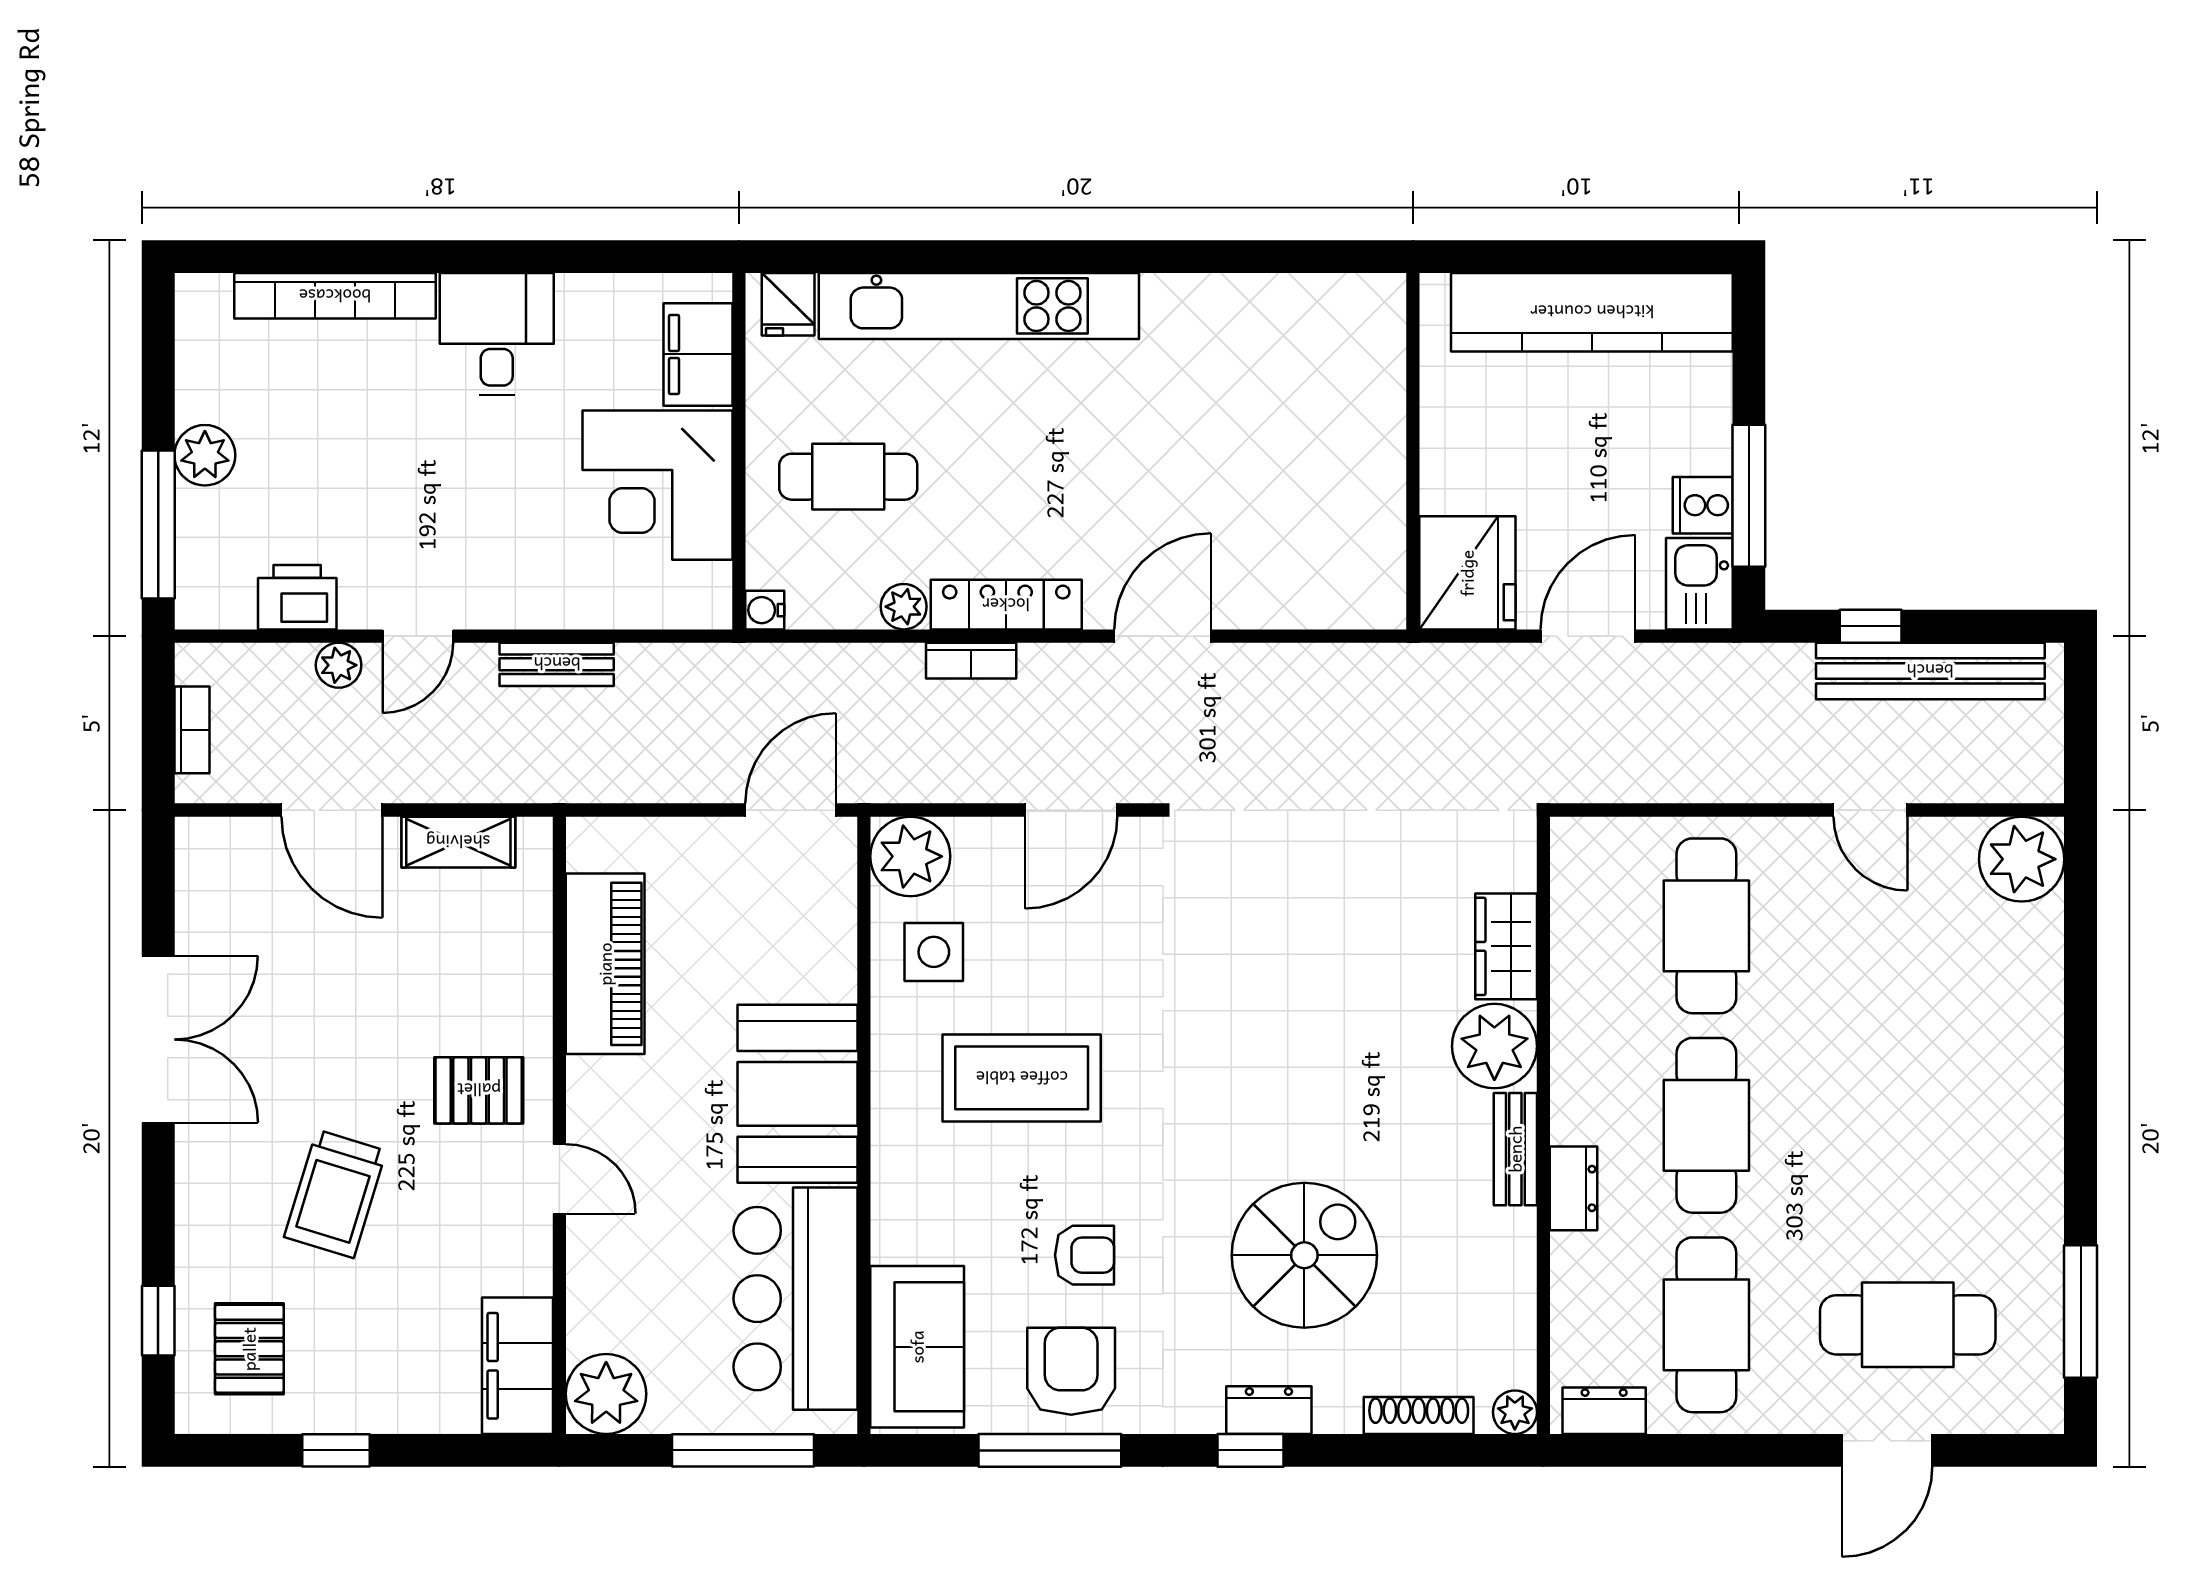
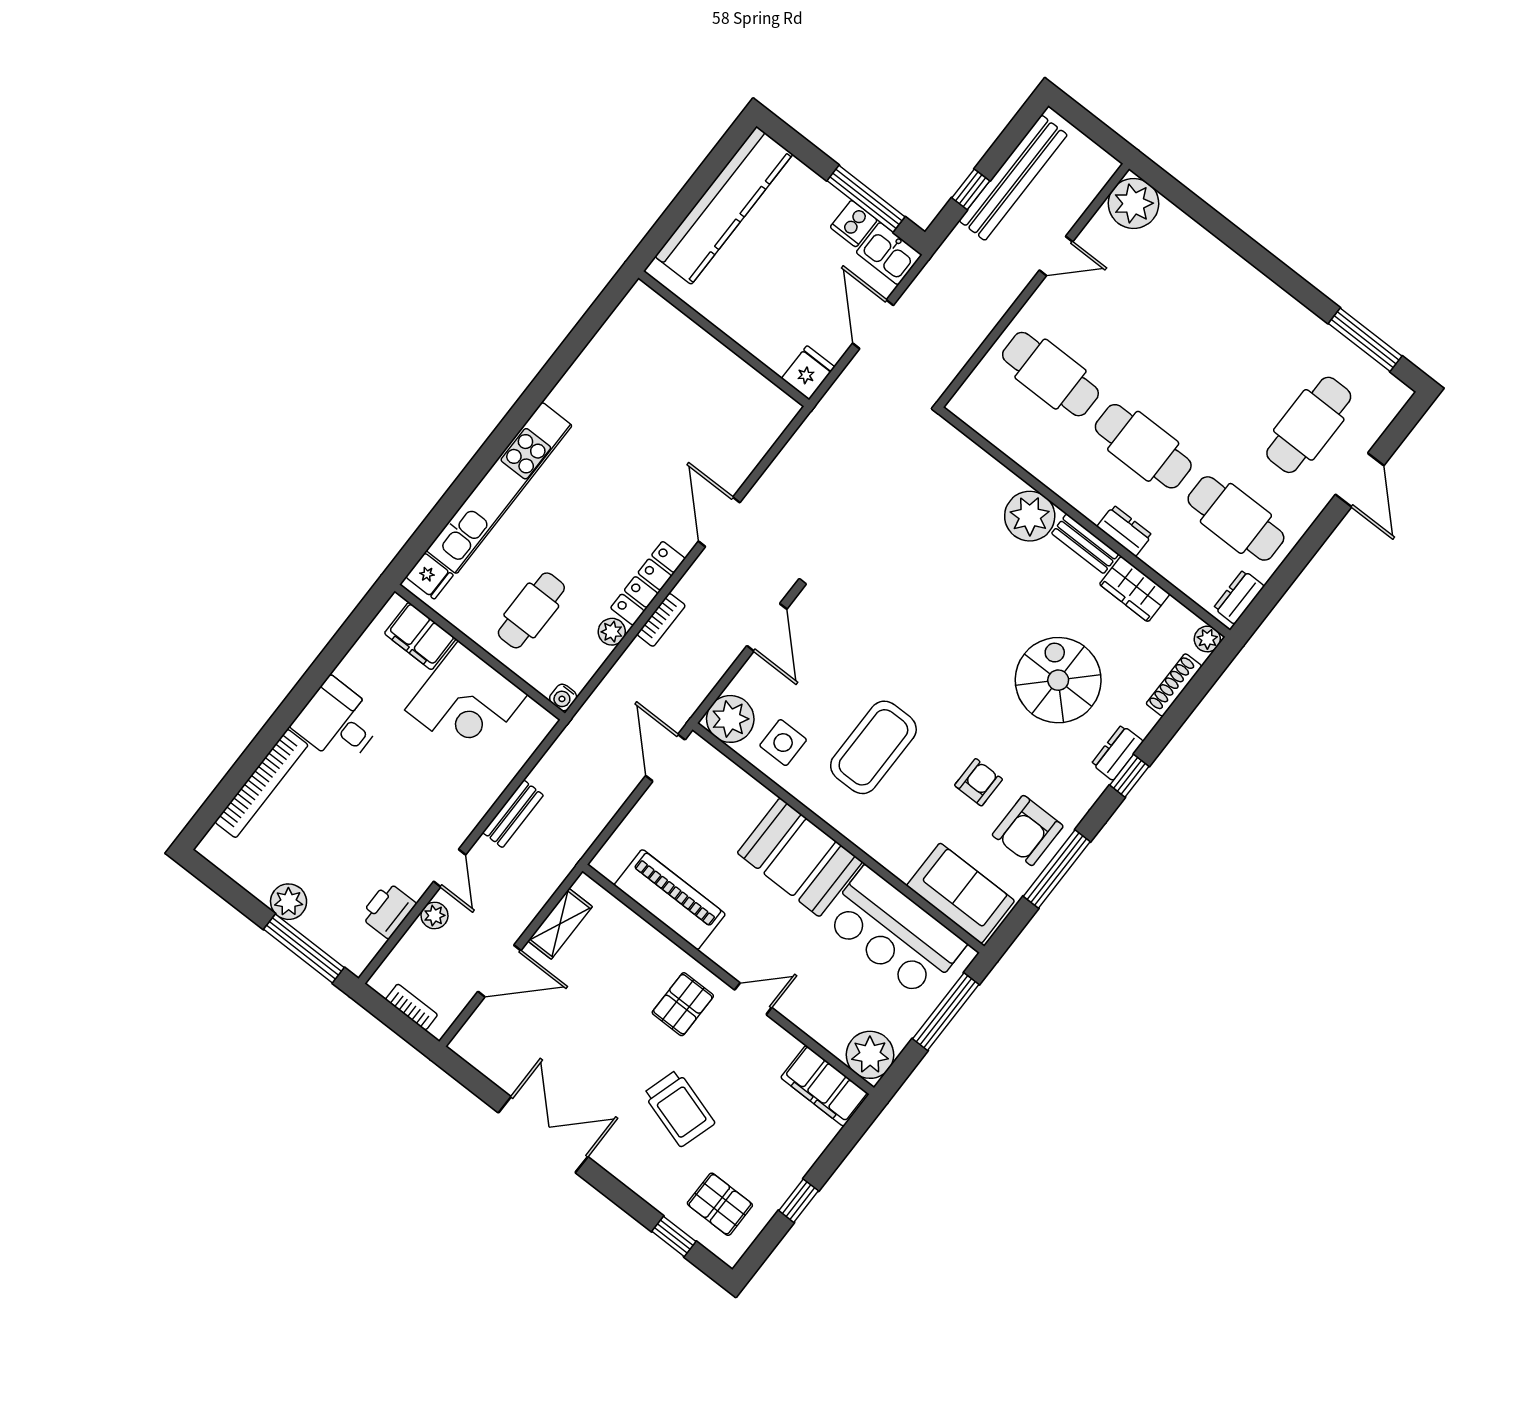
fridge: (1467, 573) -> (808, 373), width x0.53, depth x0.75
wardrobe: (1506, 946) -> (1135, 589), moved
armchair: (1071, 1371) -> (1028, 831), turned -90

